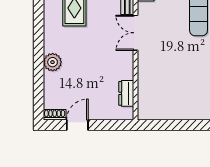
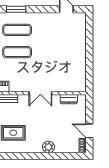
double door: (136, 33) -> (40, 93), moved

